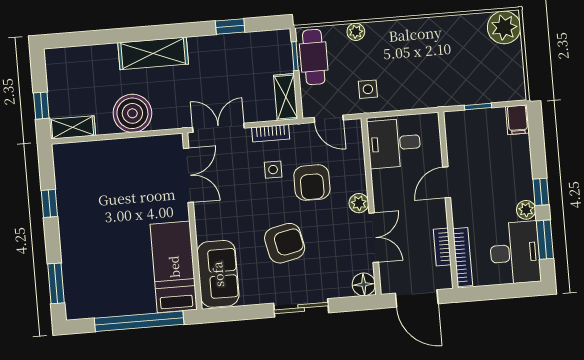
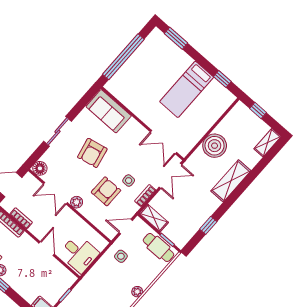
plant: (356, 32) -> (137, 292), moved
shelving: (72, 127) -> (268, 143), moved
desk: (394, 143) -> (79, 254), moved, turned 90
armchair: (312, 183) -> (106, 191), turned 90
window: (49, 203) -> (222, 79), moved
bed: (174, 267) -> (187, 89), moved, turned 90

